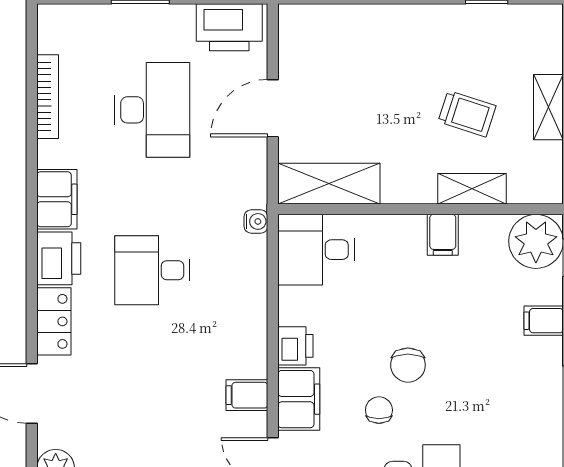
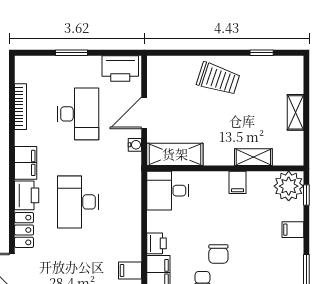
trolley: (467, 114) -> (218, 79), moved, width x1.36, depth x1.39
water cooler: (256, 221) -> (135, 145), moved
desk: (152, 270) -> (78, 202), width x1.37

